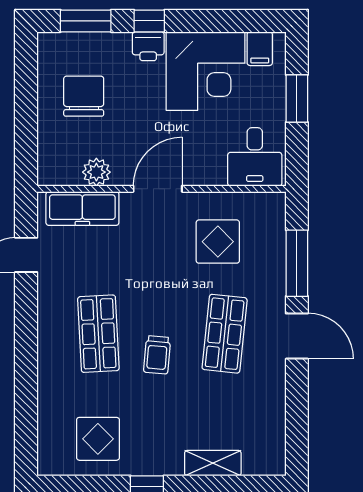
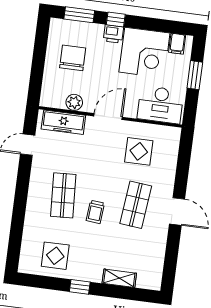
desk: (255, 157) -> (160, 105), width x1.37
window: (297, 263) -> (183, 170), removed

